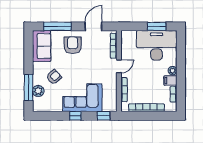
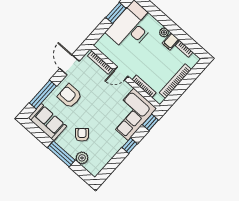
door: (119, 66) -> (121, 73), swing flipped
window: (28, 88) -> (61, 154), moved
corner sofa: (82, 98) -> (131, 114), moved

